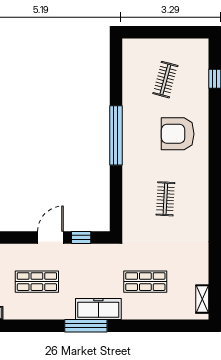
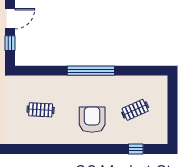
clothes rail: (165, 80) -> (135, 110), turned -39
door: (50, 237) -> (10, 19), hinge flipped

